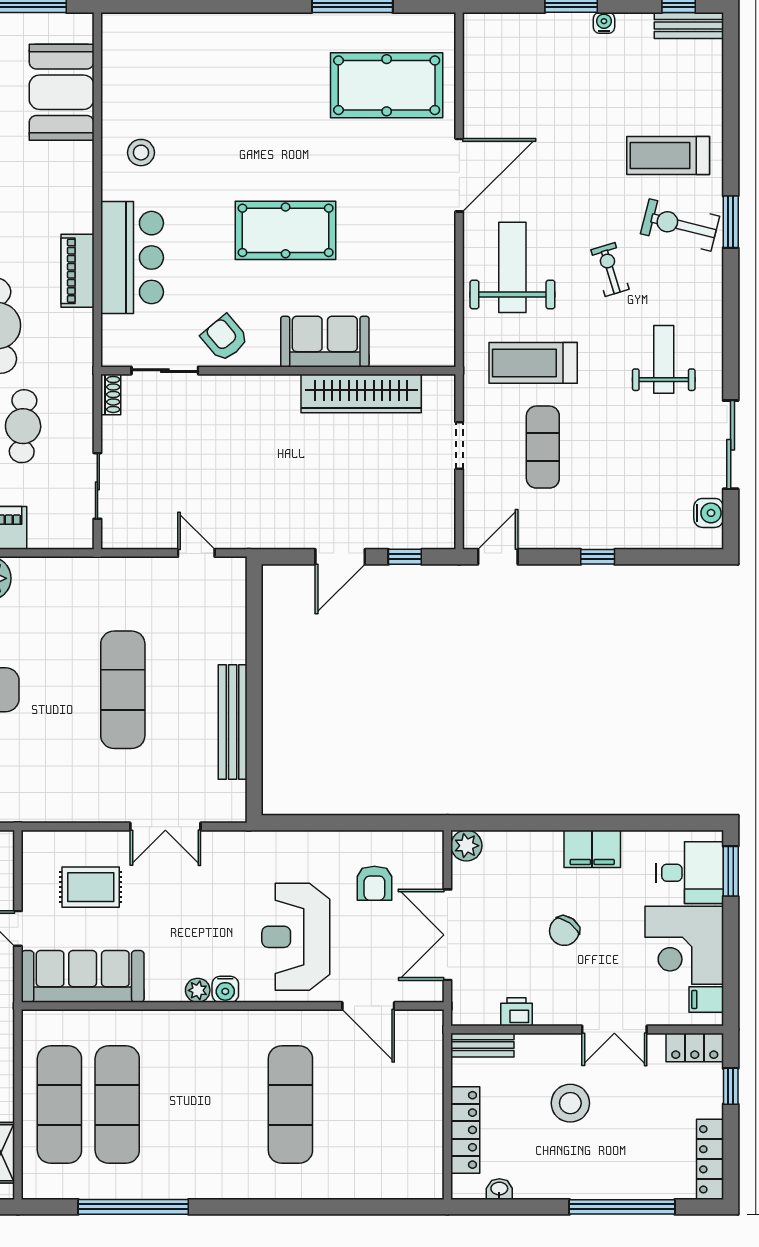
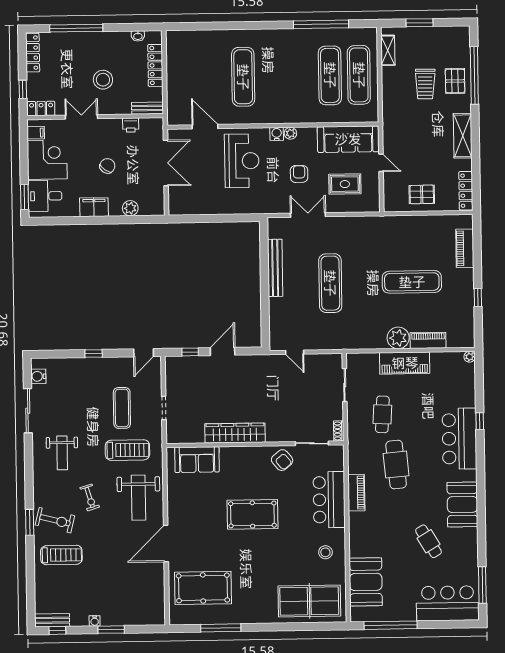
table tennis table: (175, 56) -> (309, 601), added
sofa: (325, 342) -> (197, 460), moved
wardrobe: (361, 394) -> (235, 433), moved
plant: (466, 846) -> (130, 208), moved
armchair: (374, 883) -> (299, 174), moved

